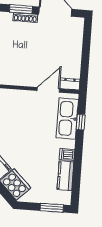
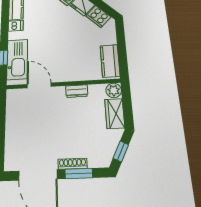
dresser: (70, 84) -> (77, 91), moved
door: (48, 90) -> (39, 85), swing flipped

